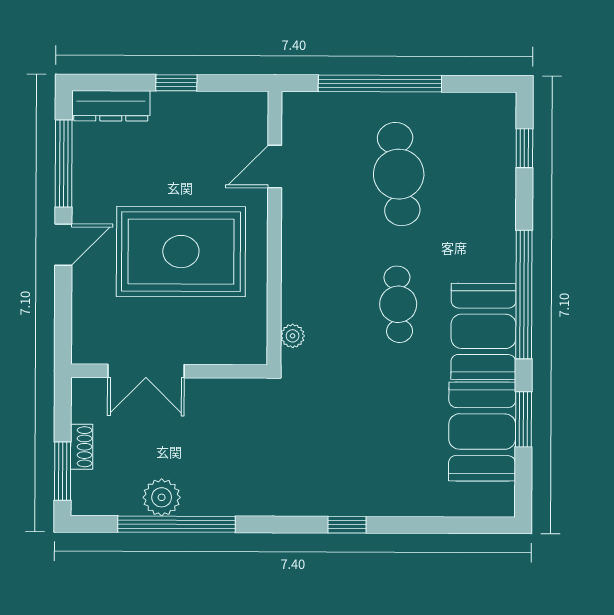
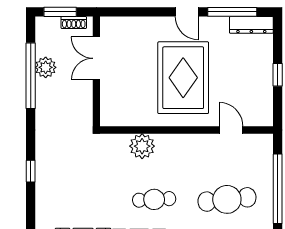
dresser: (111, 106) -> (251, 25), moved, turned -90
plant: (293, 336) -> (142, 146), width x1.87, depth x1.87
double door: (146, 371) -> (96, 58), moved
wall: (169, 371) -> (96, 71), moved

